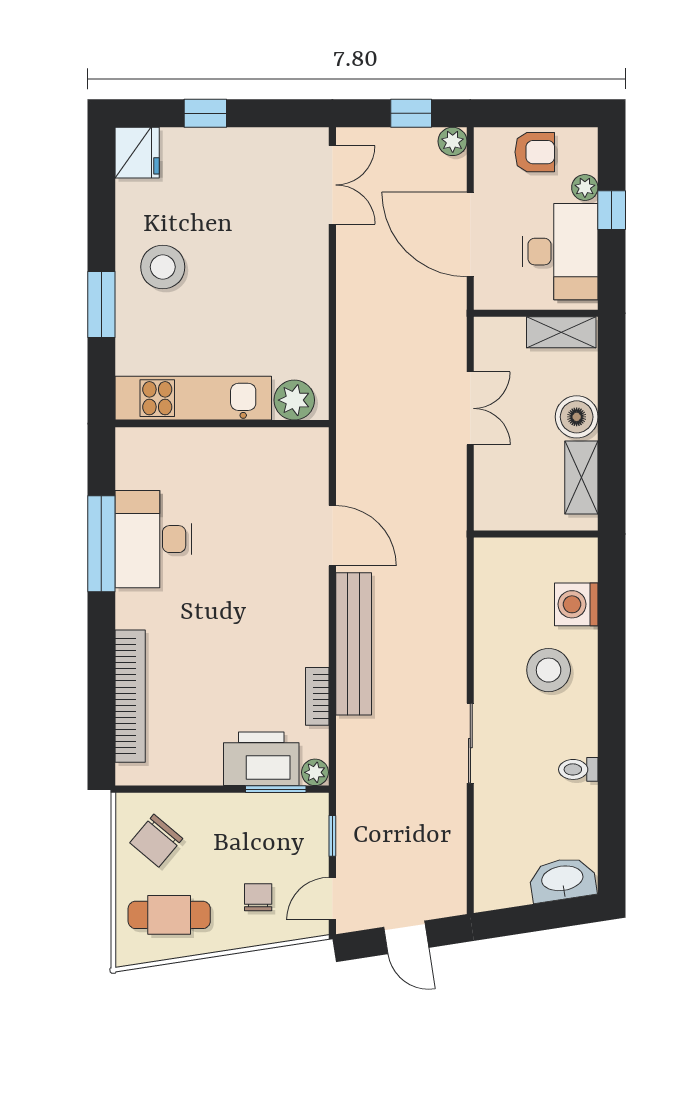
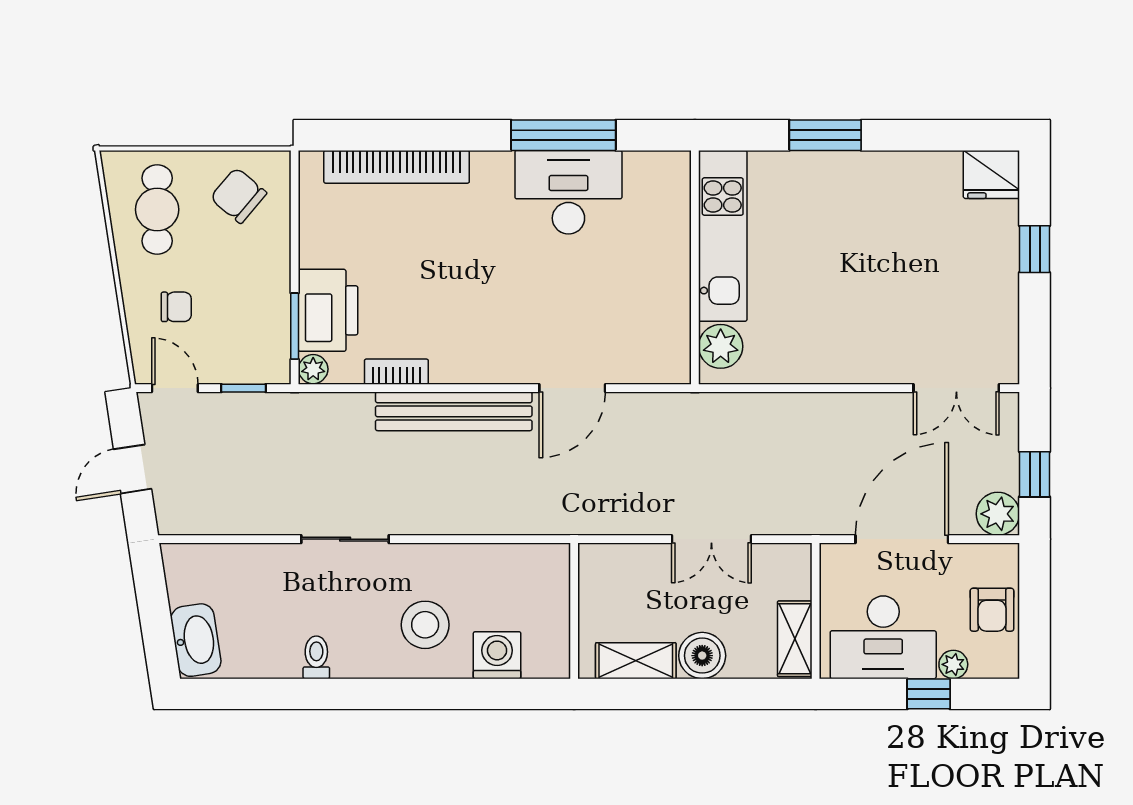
plant: (453, 141) -> (998, 514), width x1.38, depth x1.38
stool: (163, 267) -> (866, 202), removed

